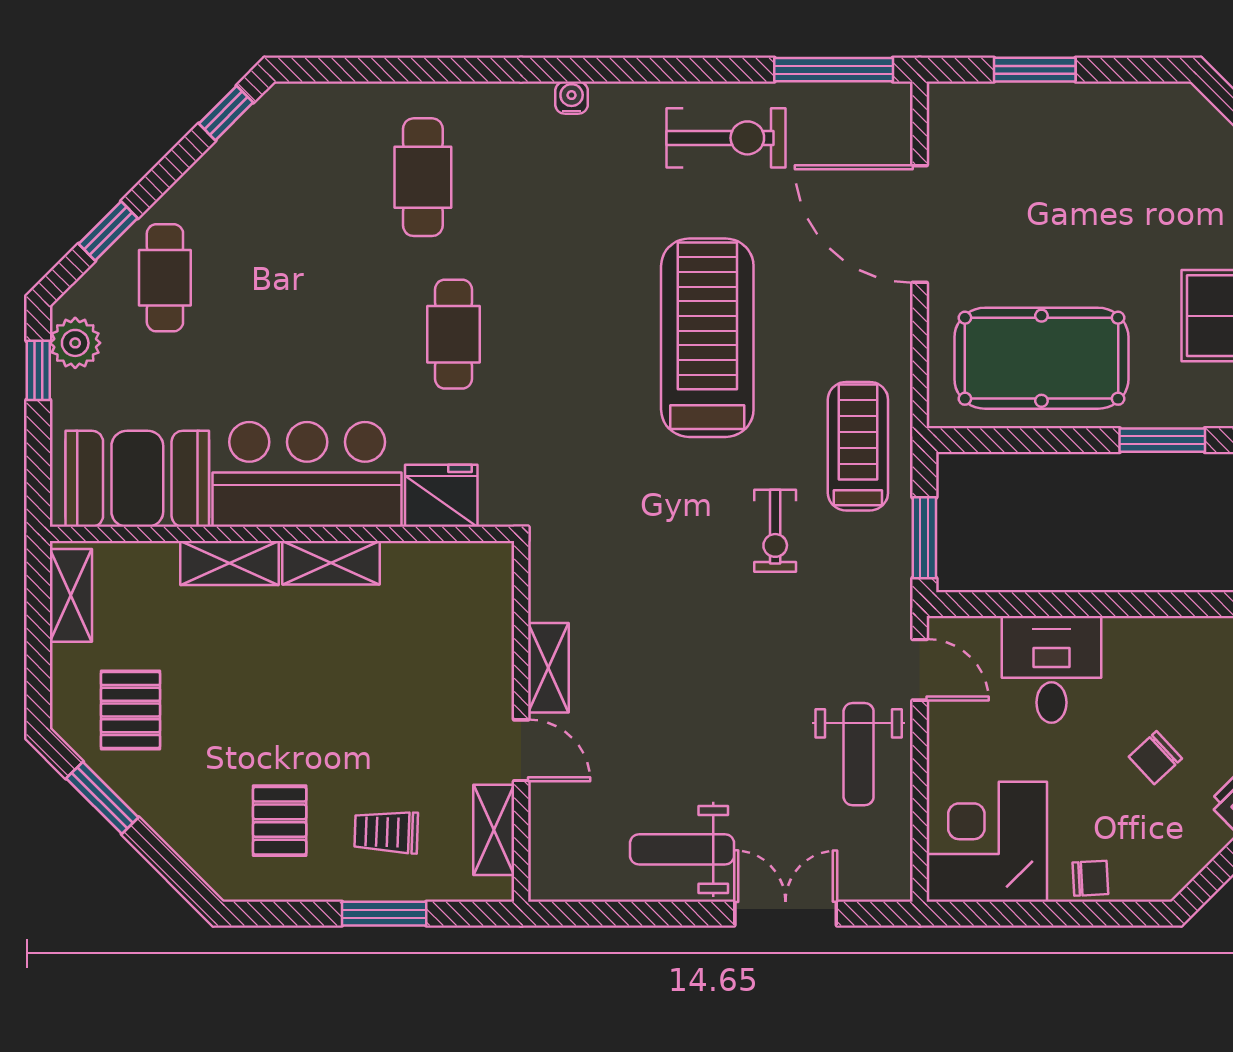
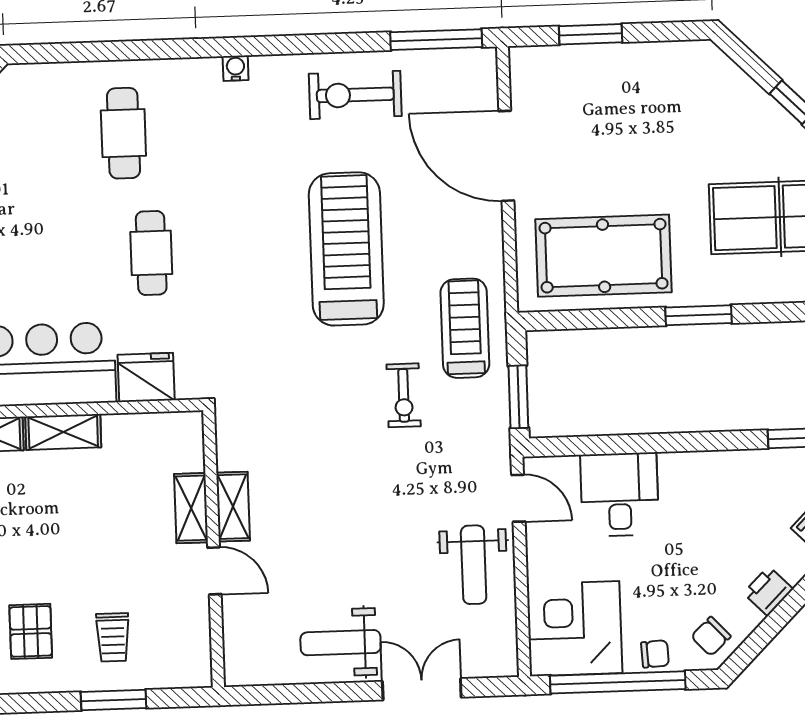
exercise bike: (726, 138) -> (355, 95), turned 180
chair: (1155, 758) -> (711, 636), moved
shelving: (494, 830) -> (191, 508), moved
trolley: (386, 832) -> (113, 637), turned -92
window: (1041, 914) -> (618, 682), added

